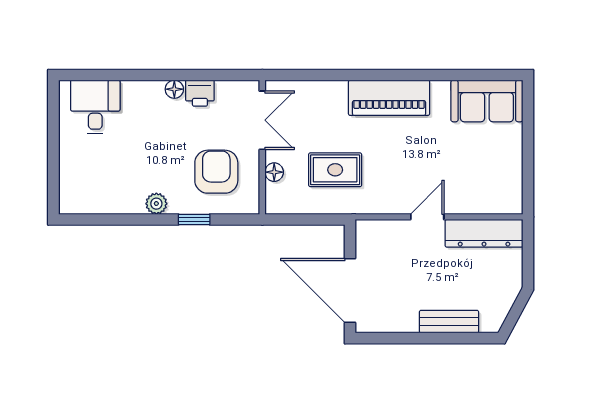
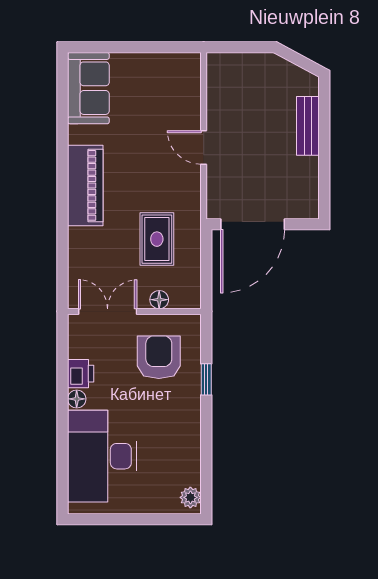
desk: (95, 107) -> (102, 456), width x1.87, depth x1.30
armchair: (216, 172) -> (159, 357), turned 90
plant: (156, 204) -> (190, 497), moved
dresser: (484, 233) -> (220, 91), removed
door: (350, 290) -> (253, 224), moved

